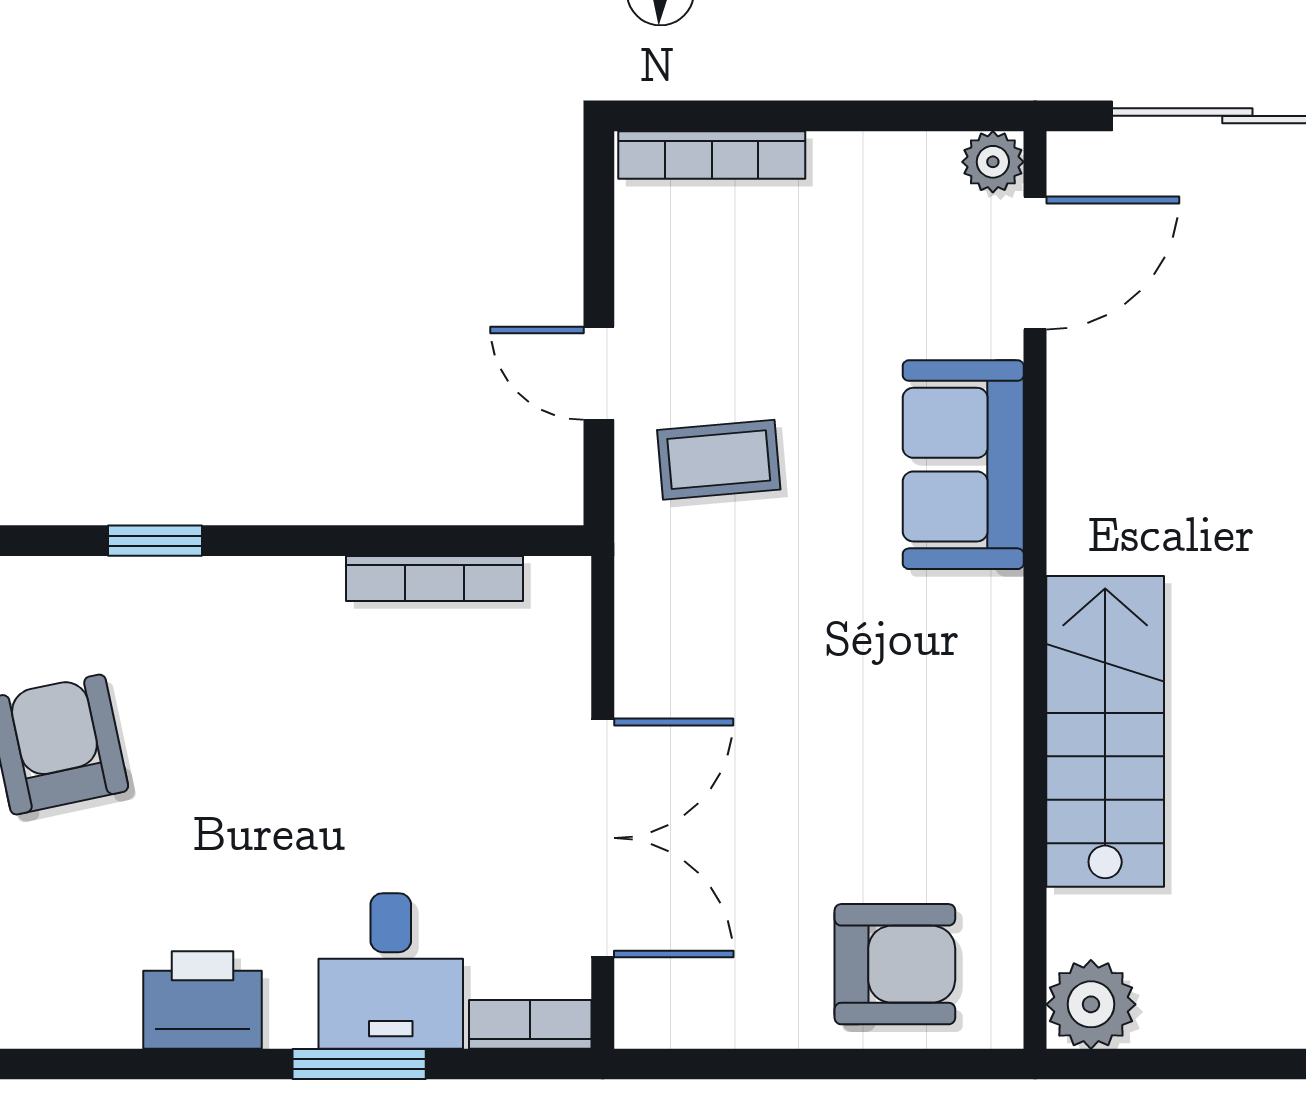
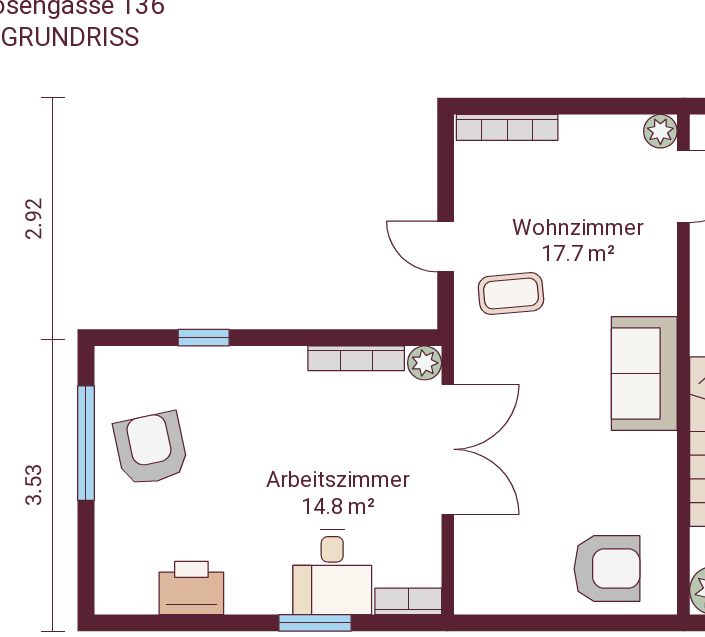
sofa: (963, 465) -> (644, 374), moved
plant: (560, 587) -> (425, 363), added
double door: (603, 838) -> (448, 449), moved
printer: (202, 1000) -> (191, 588), moved

